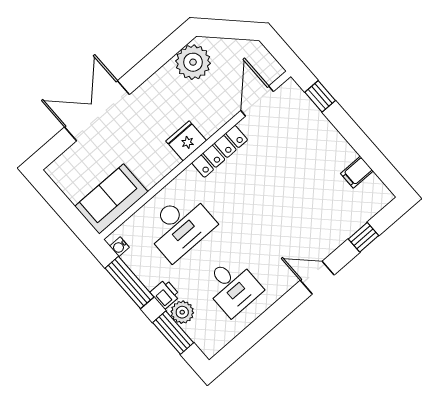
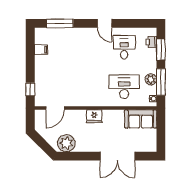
locker: (220, 151) -> (85, 102), removed
window: (363, 237) -> (60, 23), width x2.17
door: (317, 278) -> (105, 23), moved
printer: (165, 294) -> (151, 42), moved
plant: (182, 312) -> (151, 79), moved

